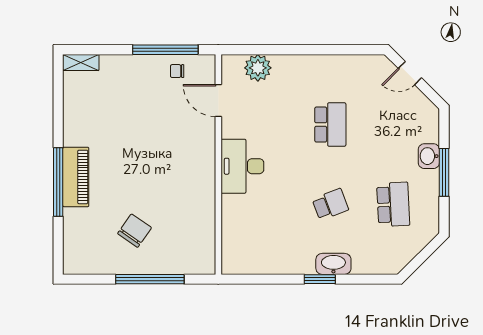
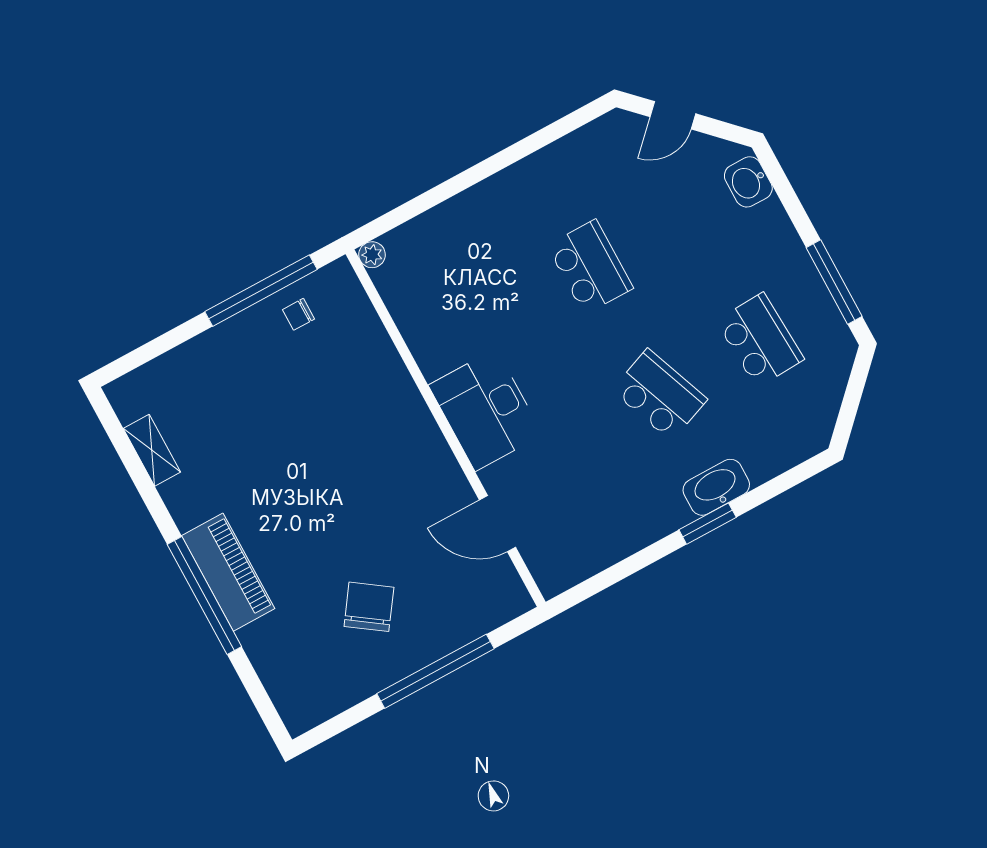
shelving: (81, 62) -> (152, 450), moved, turned 90
plant: (258, 68) -> (372, 255), moved, width x0.53, depth x0.53
door: (218, 101) -> (497, 524), moved
washbasin: (429, 156) -> (748, 182), moved
window: (444, 172) -> (834, 282), moved
school desk: (330, 204) -> (659, 395), width x1.85

